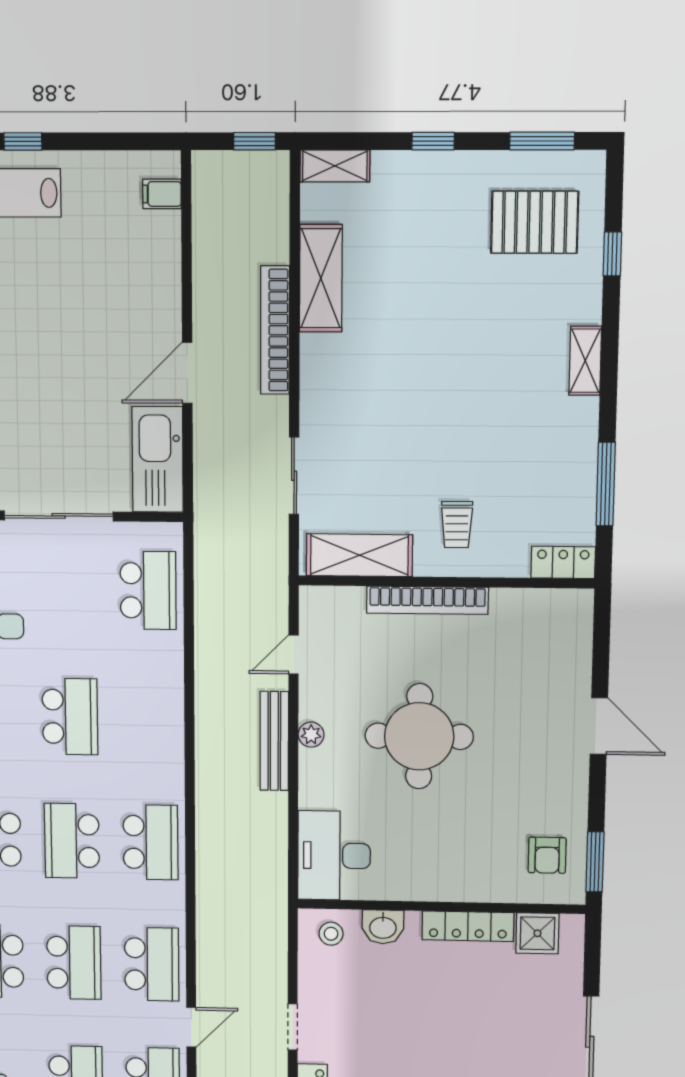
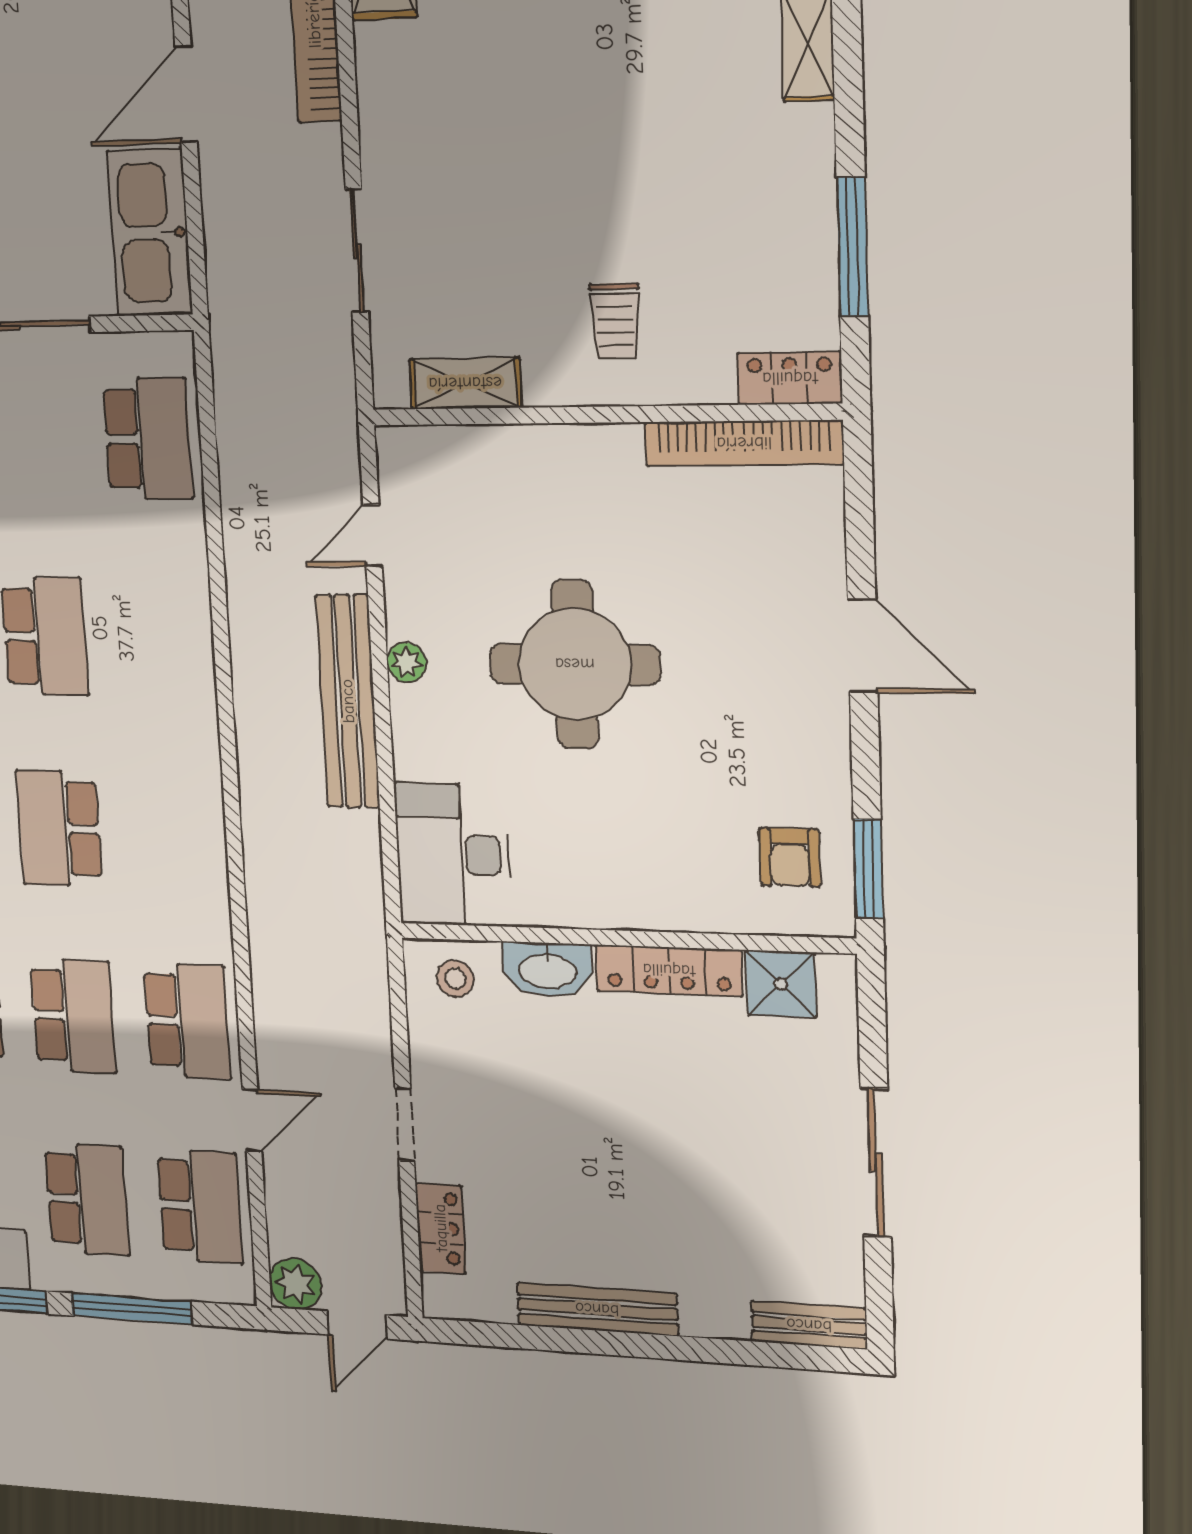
shelving: (359, 555) -> (465, 383), width x0.67, depth x0.75
bookcase: (427, 600) -> (744, 443), moved
bench: (274, 741) -> (348, 701), width x1.37, depth x1.21
school desk: (151, 842) -> (175, 831), removed
washbasin: (383, 927) -> (547, 970), width x1.38

